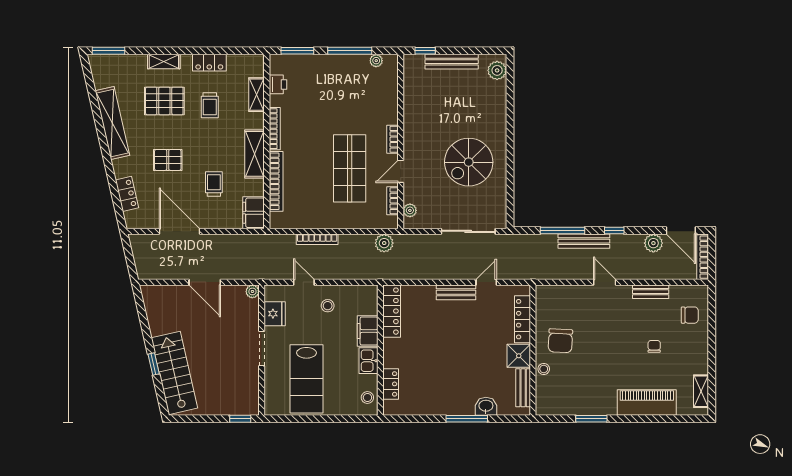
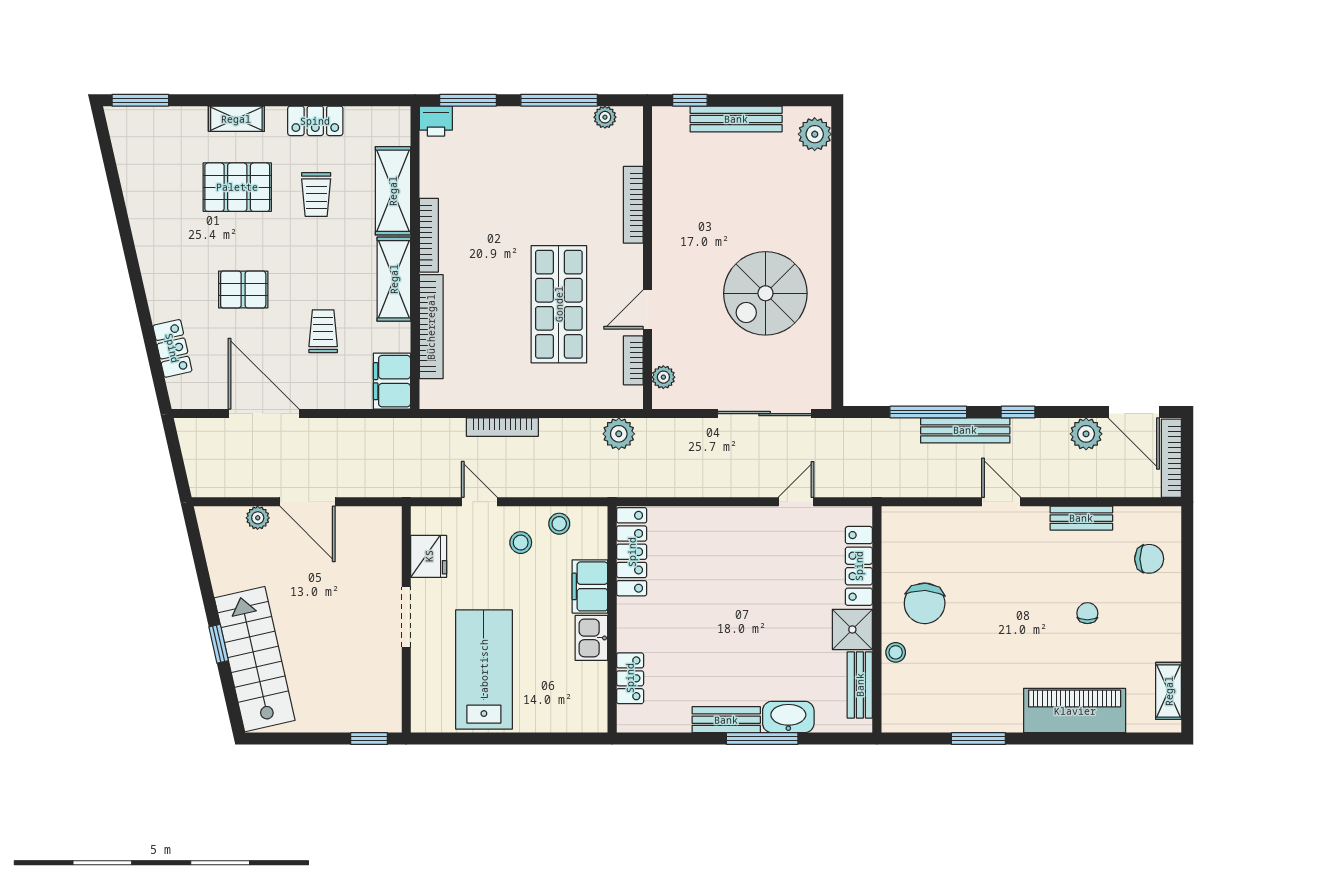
printer: (278, 84) -> (436, 121), moved, turned 90
shelving: (257, 95) -> (393, 191), width x1.50, depth x1.33
shelving: (112, 123) -> (147, 226), removed
bookcase: (392, 139) -> (633, 205), moved, width x1.56
plant: (252, 291) -> (258, 518), moved
bench: (456, 292) -> (726, 720), moved
lab bench: (306, 379) -> (484, 669), turned 180
stool: (367, 398) -> (559, 524), moved
washbasin: (486, 406) -> (788, 717), width x1.38

